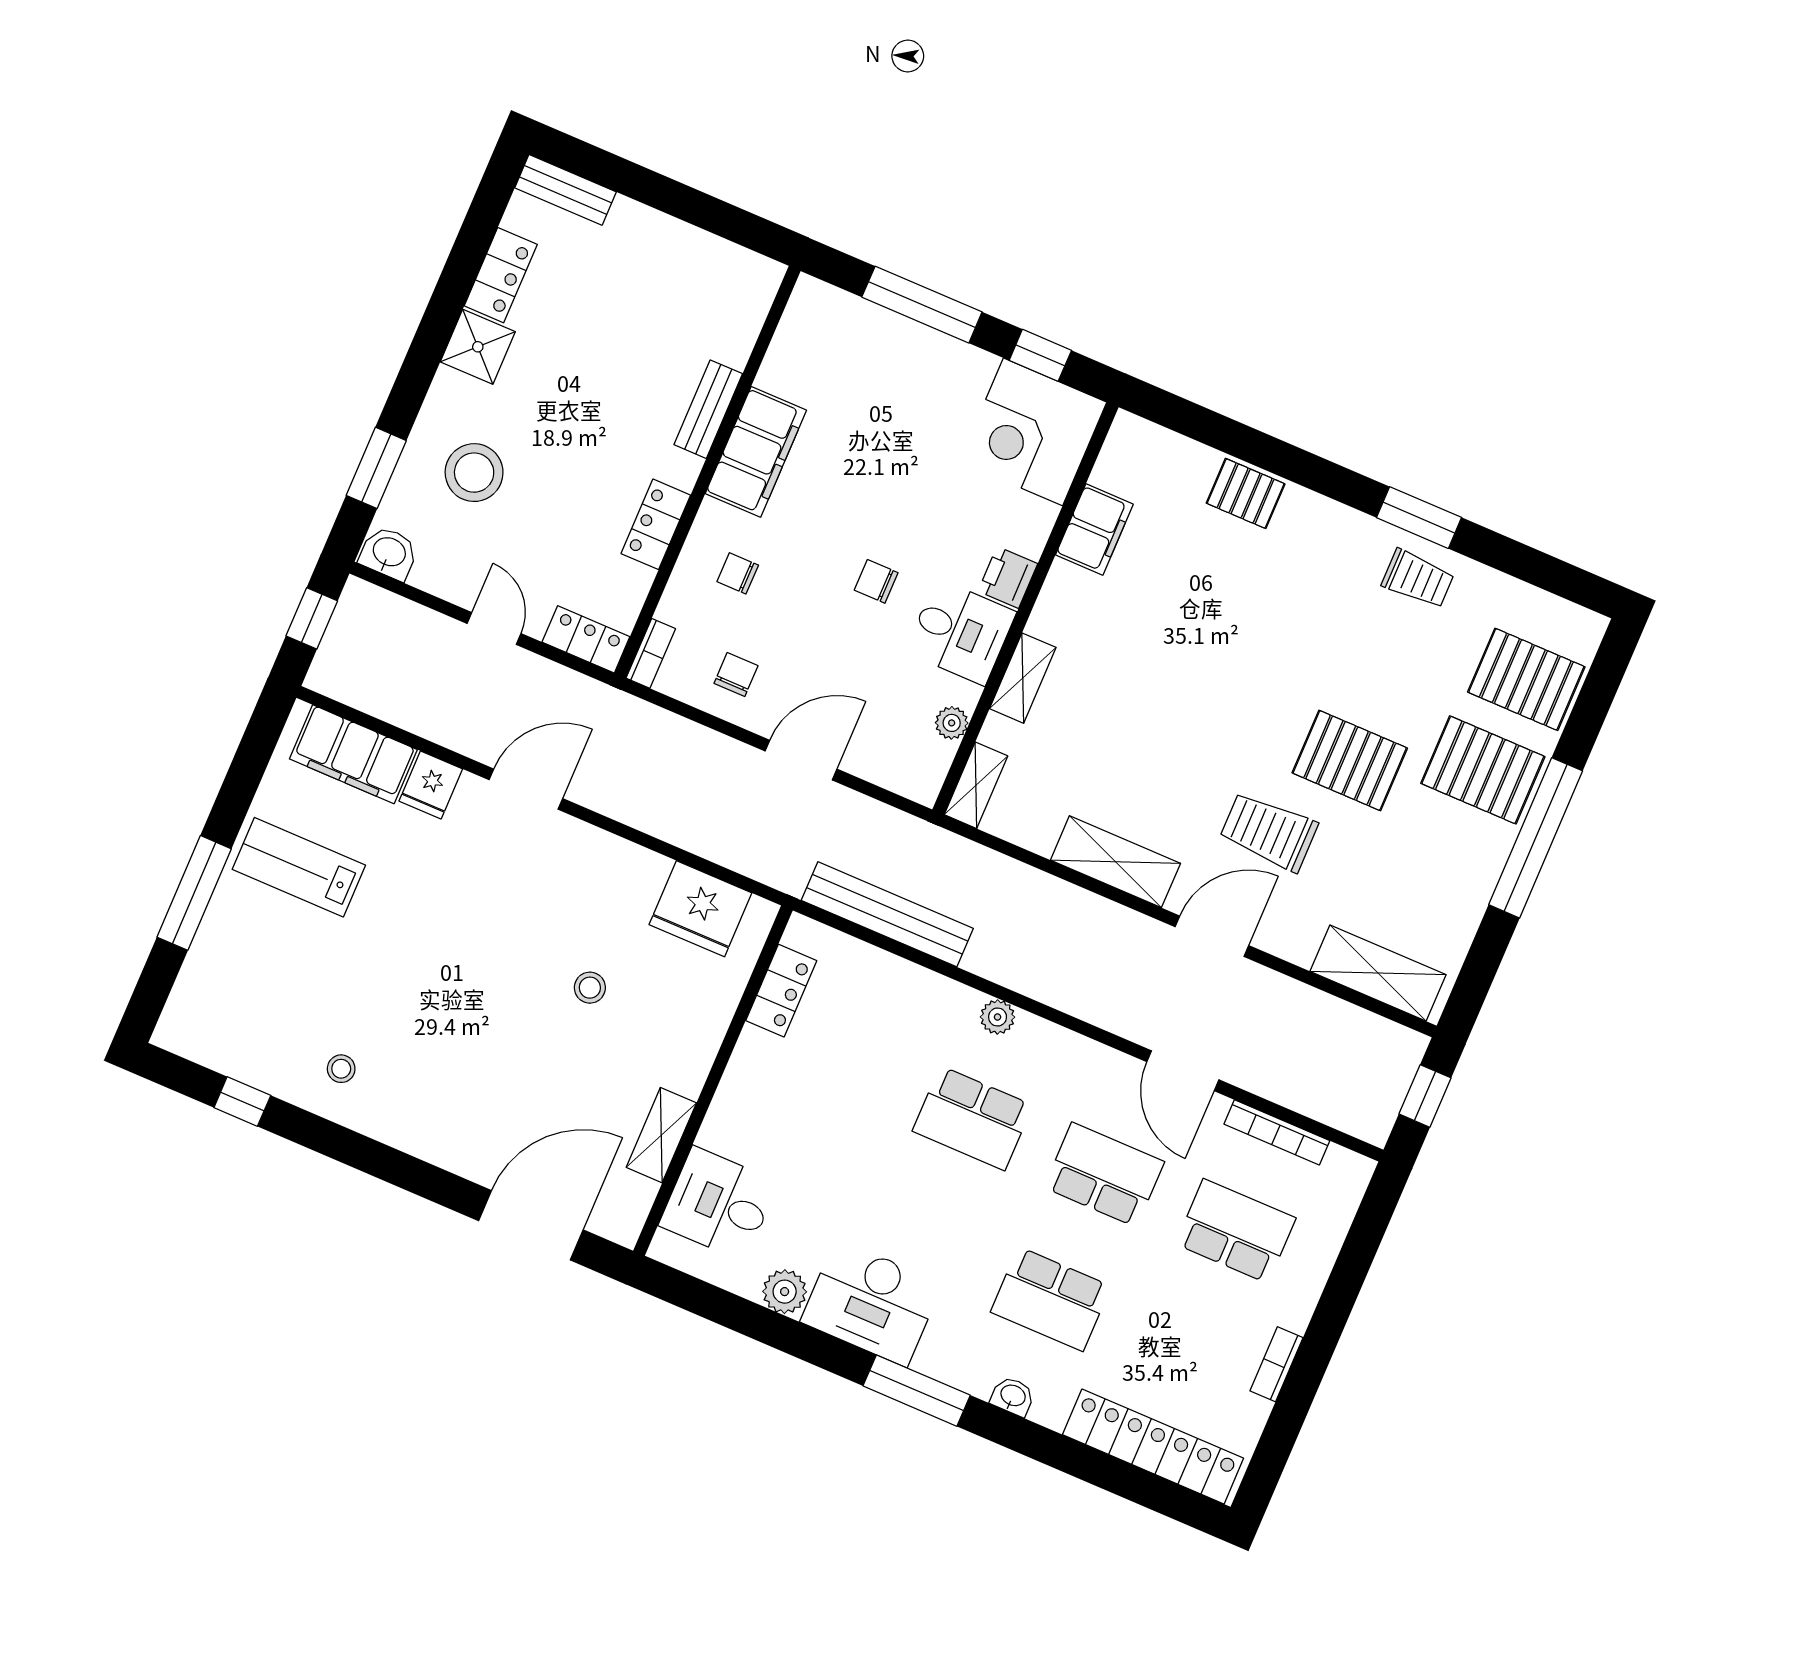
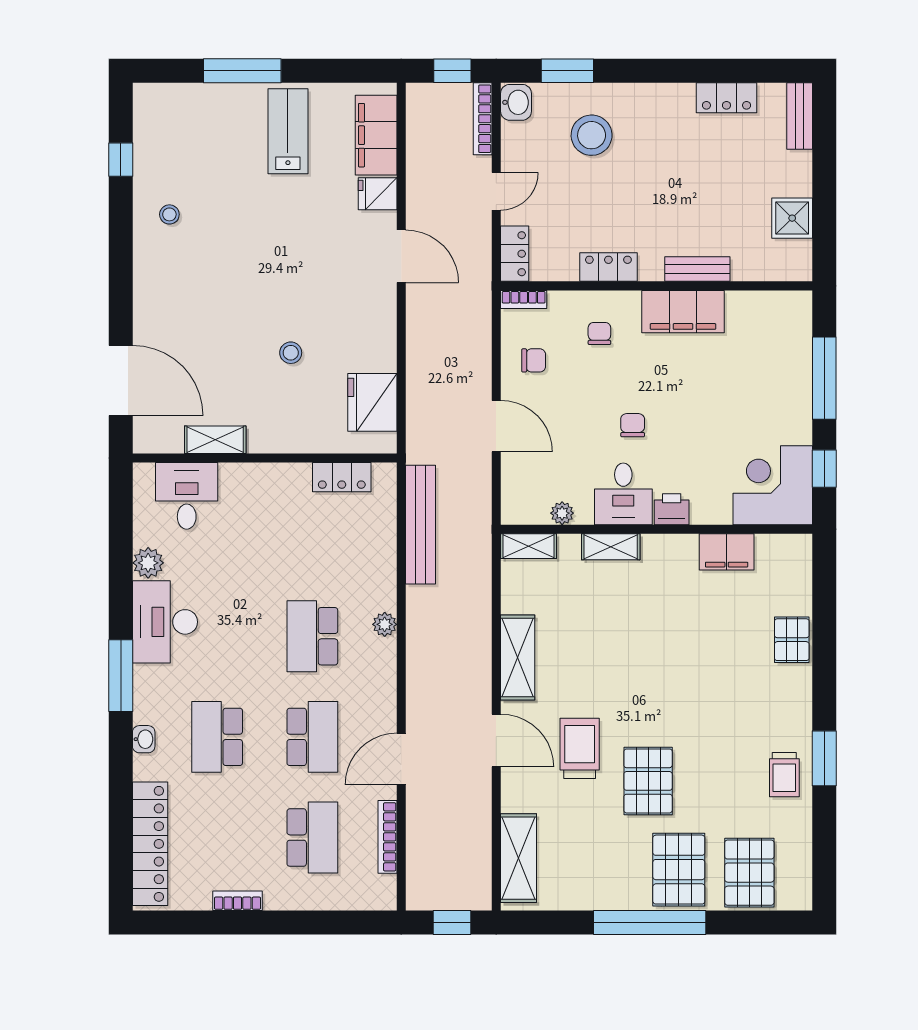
shower: (478, 347) -> (792, 218), moved
bookcase: (392, 606) -> (483, 119), added

